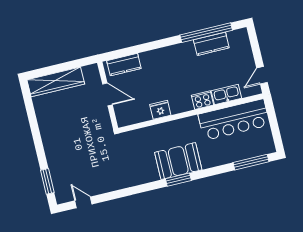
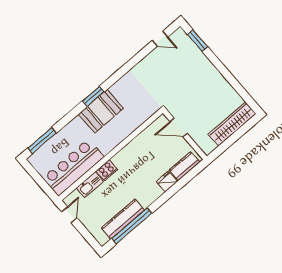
kitchen counter: (211, 44) -> (123, 219), width x1.50
door: (107, 94) -> (179, 127), moved
fridge: (160, 110) -> (167, 182), moved, turned 180

